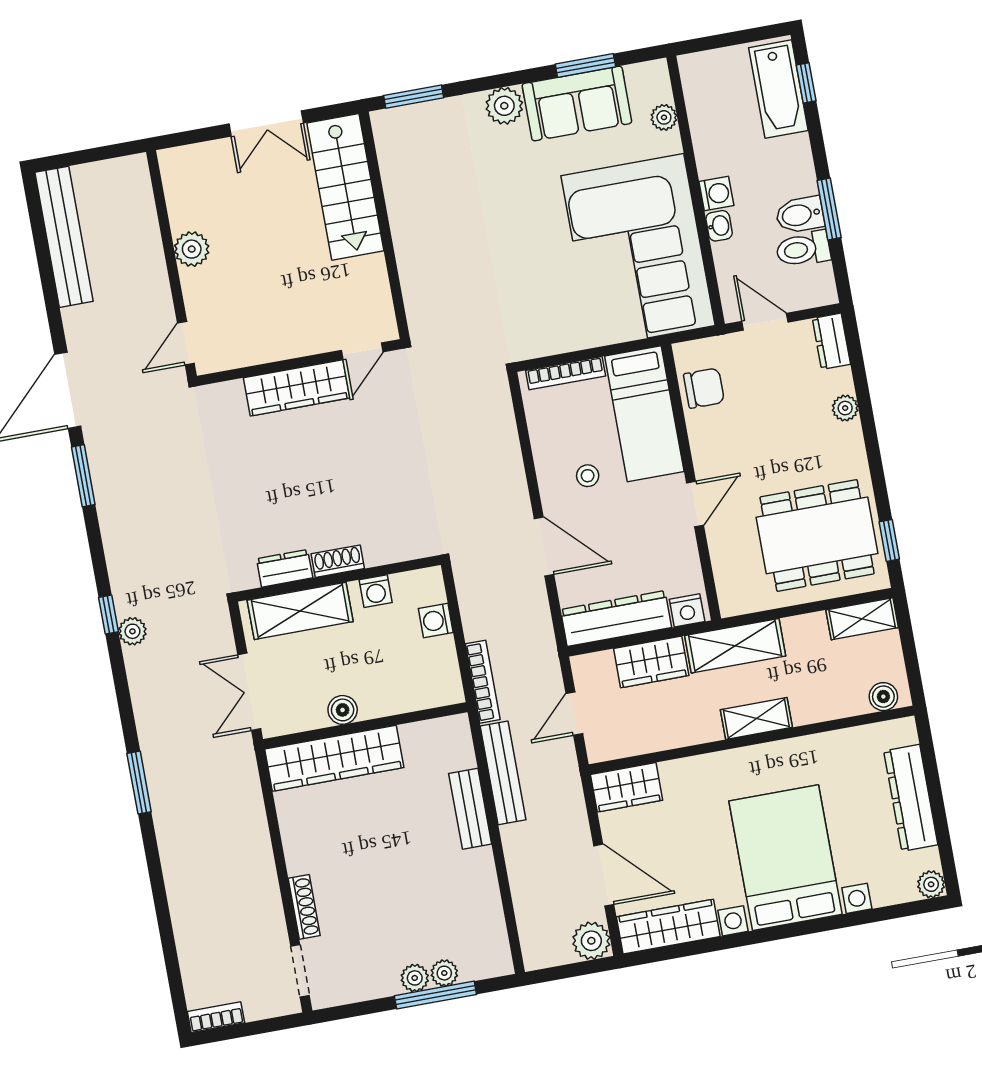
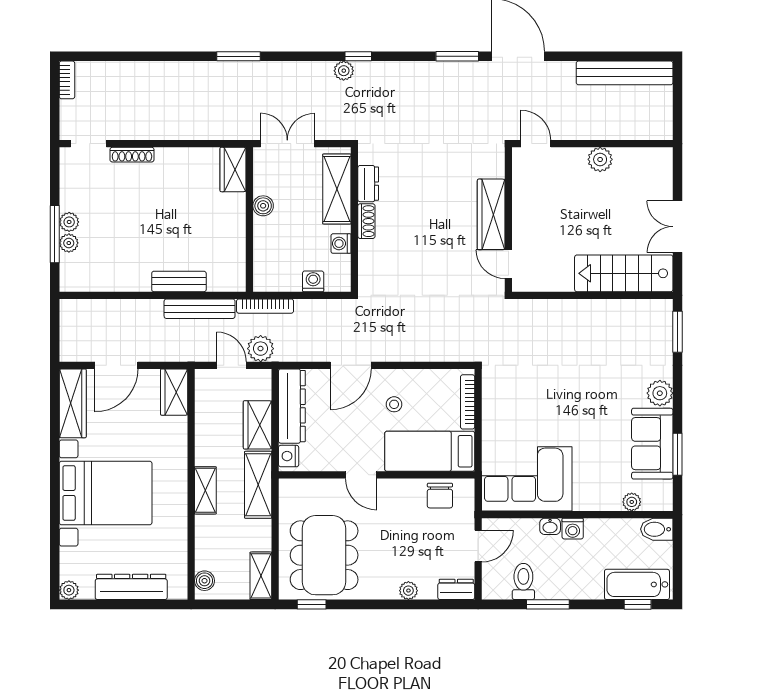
bidet: (800, 215) -> (657, 529), moved, turned -90
corner sofa: (638, 251) -> (527, 479), width x0.73, depth x0.74
wardrobe: (334, 758) -> (233, 169), width x0.48, depth x0.85
plant: (591, 941) -> (261, 349), moved

